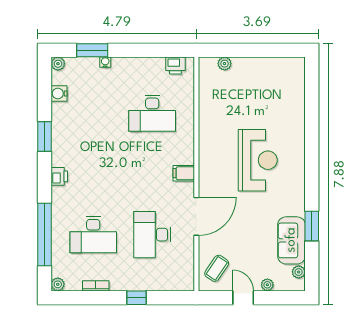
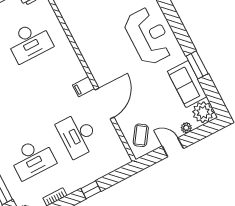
reception desk: (258, 160) -> (149, 36), moved
filing cabinet: (184, 173) -> (84, 87), moved
plant: (299, 272) -> (203, 112), width x1.88, depth x1.88

